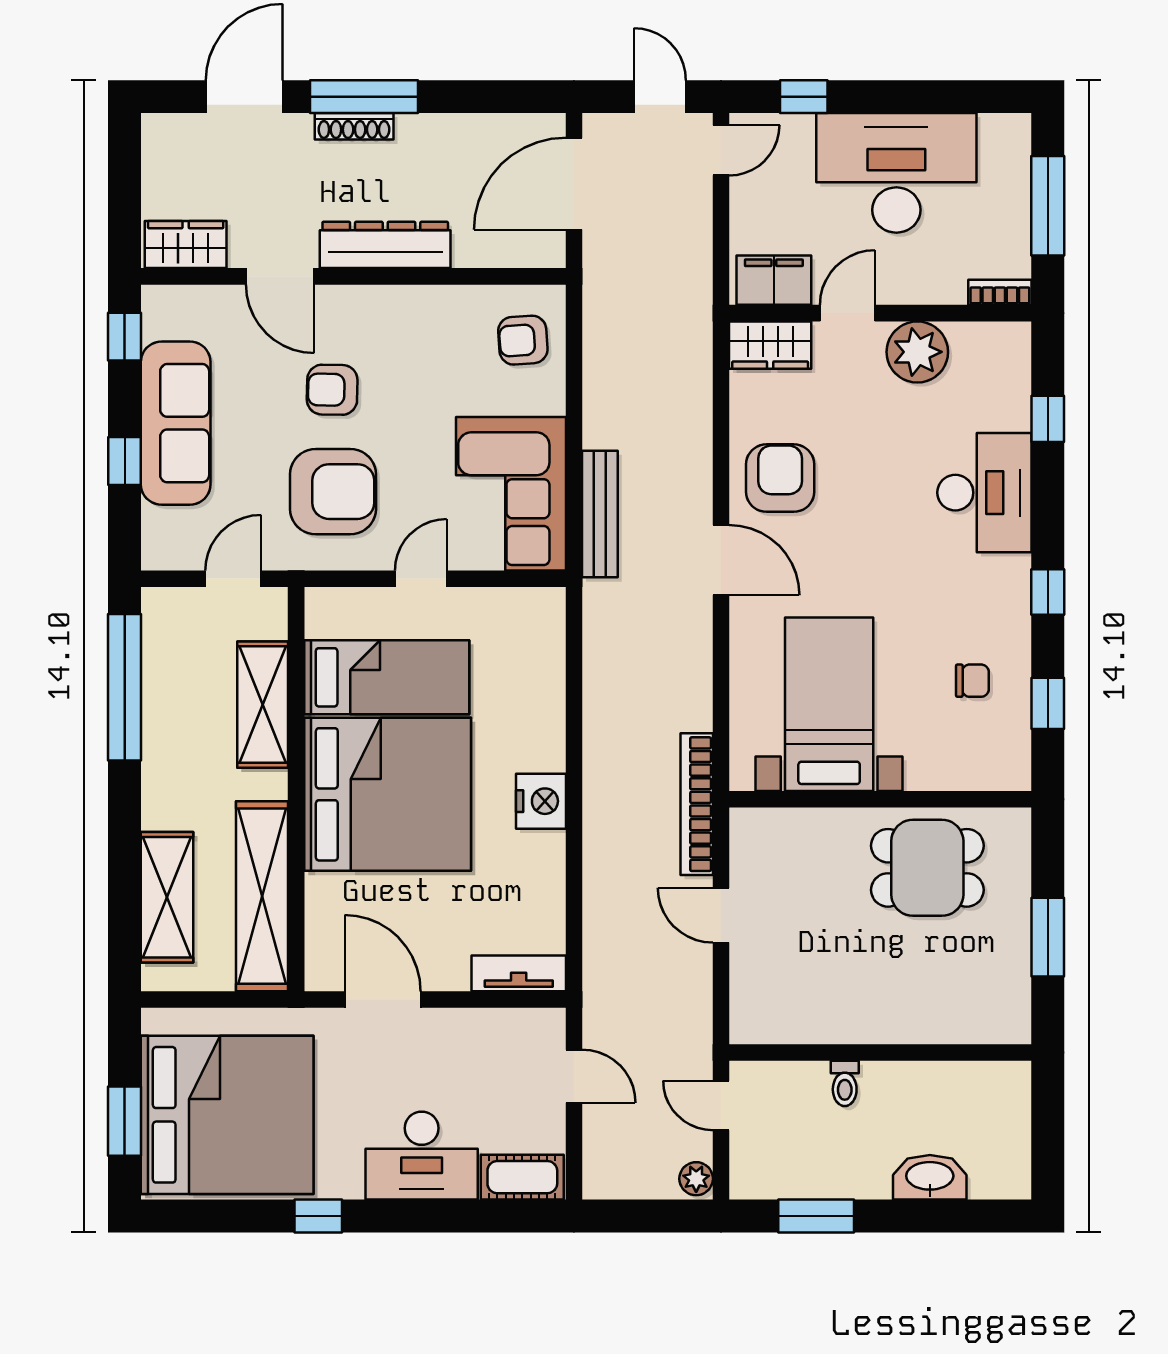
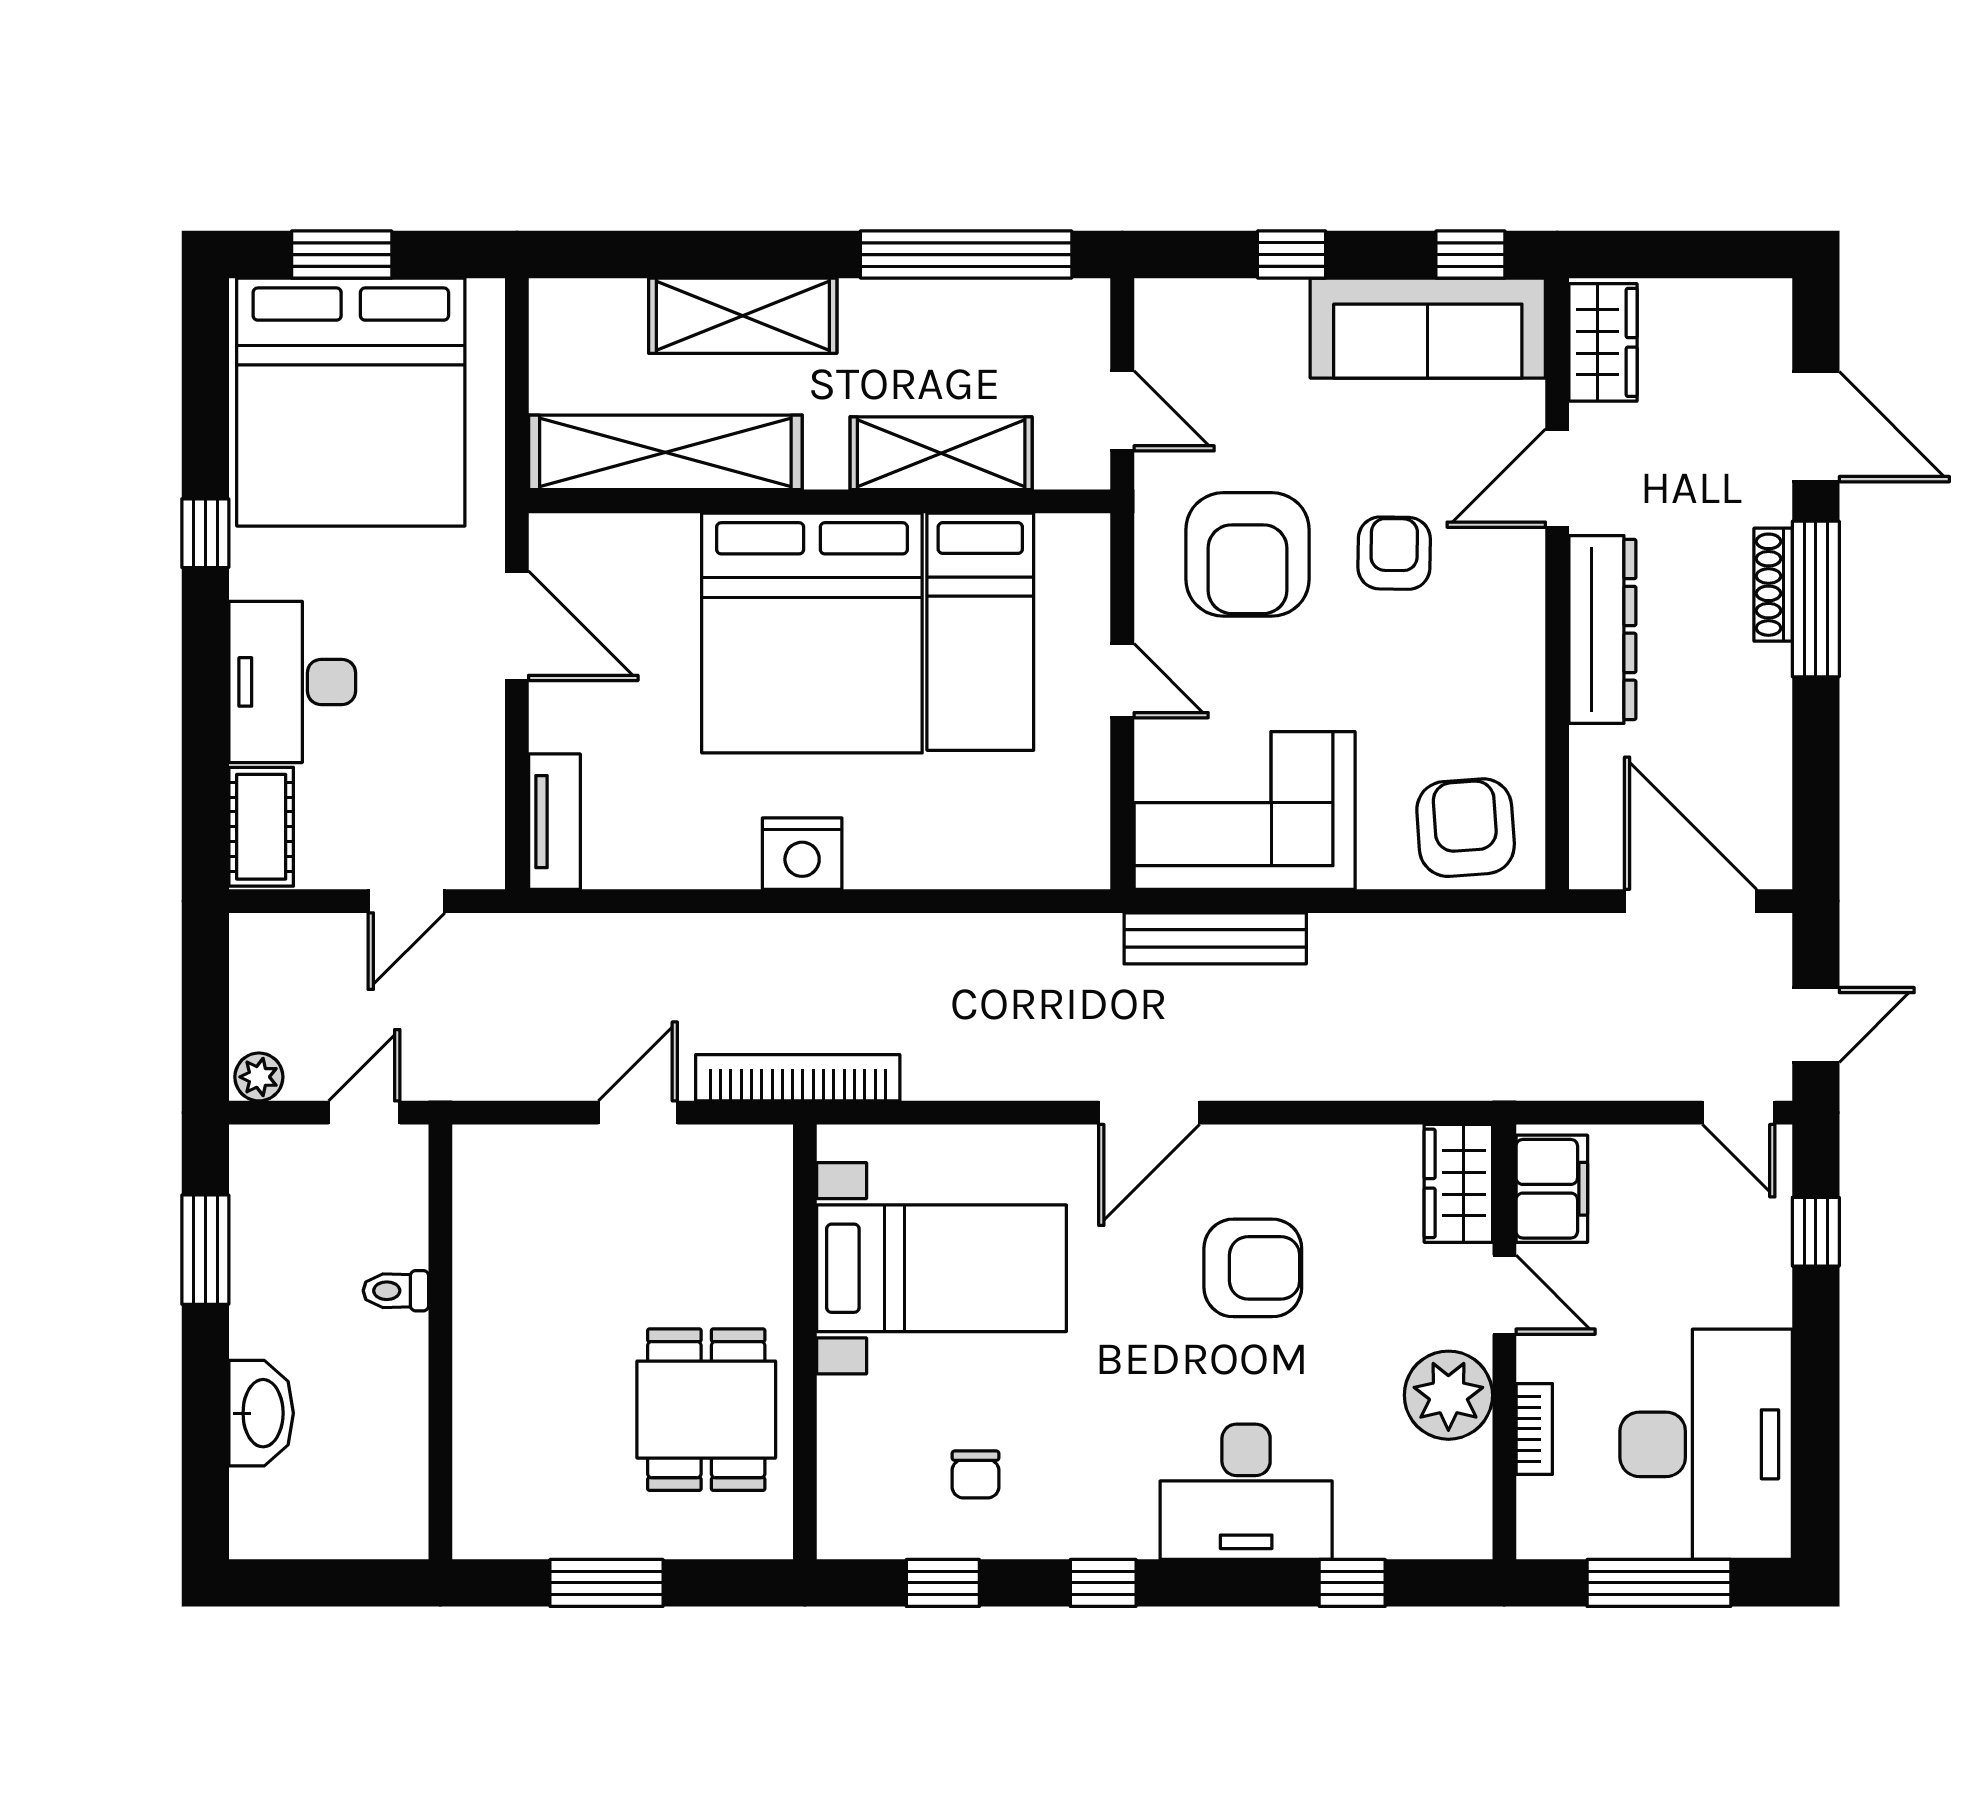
desk: (896, 173) -> (1706, 1444), moved
bookcase: (1000, 292) -> (1534, 1429), moved
armchair: (523, 340) -> (1466, 828), width x1.38, depth x1.38
sofa: (176, 423) -> (1428, 328), moved
armchair: (780, 478) -> (1253, 1268), moved
shelving: (167, 897) -> (743, 316), moved
door: (383, 999) -> (517, 626), hinge flipped

